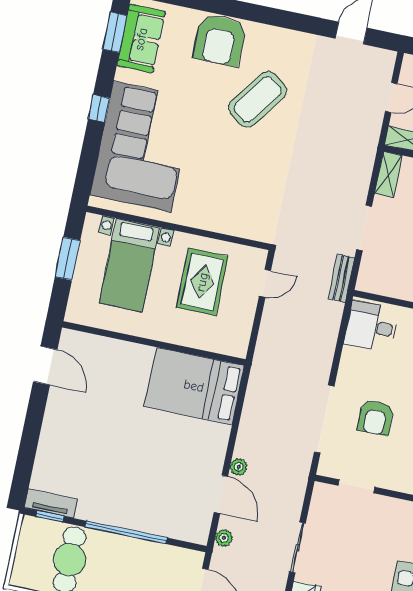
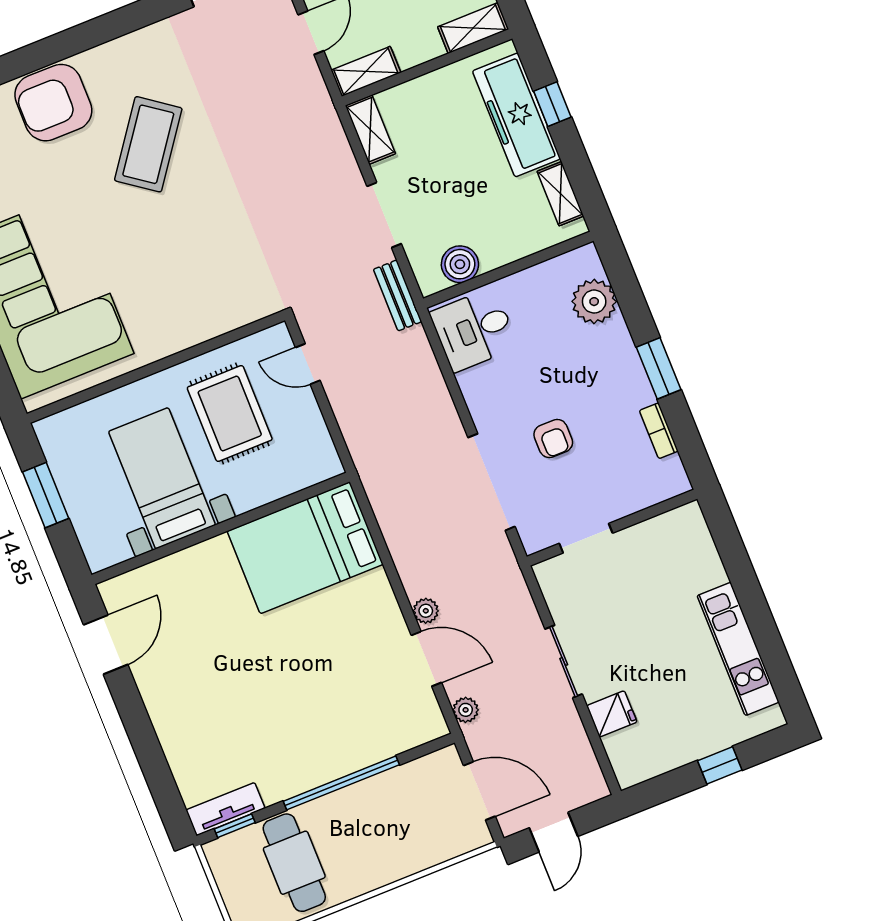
armchair: (220, 40) -> (53, 103), turned 90
bed with nightstands: (129, 265) -> (162, 478), moved, turned 180
door: (265, 283) -> (308, 364), swing flipped
boiler: (388, 284) -> (460, 264), added
door: (45, 366) -> (106, 645), hinge flipped
armchair: (375, 418) -> (553, 438), width x0.72, depth x0.72

